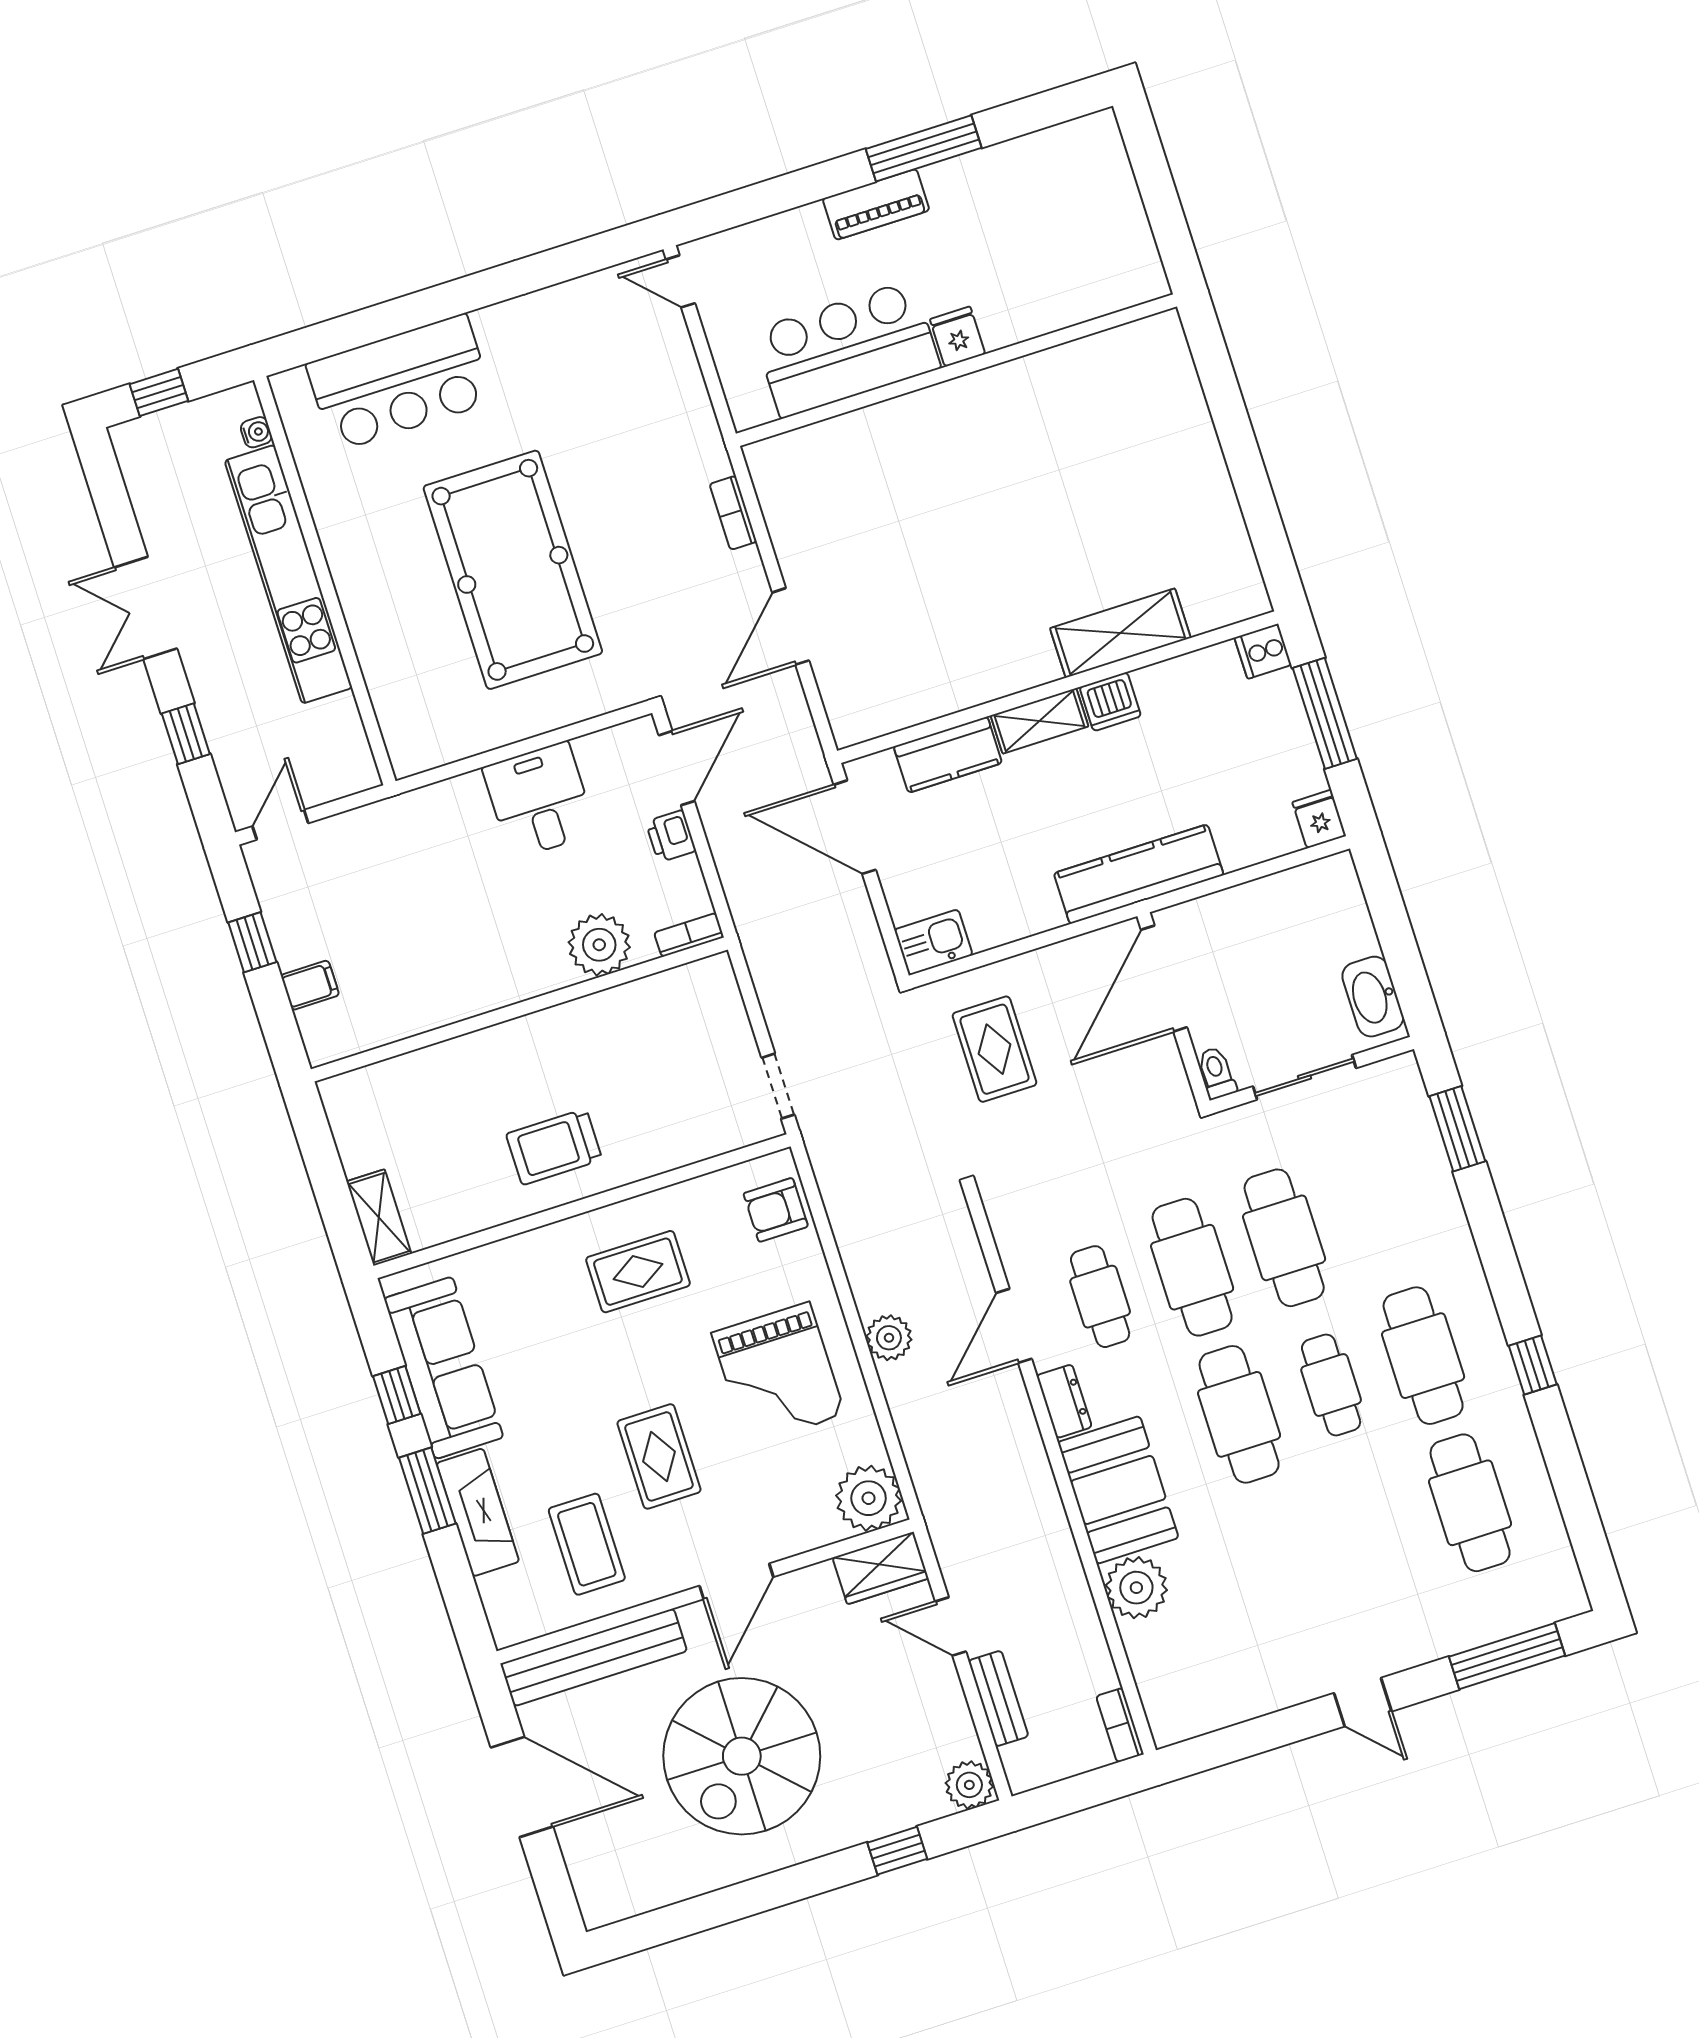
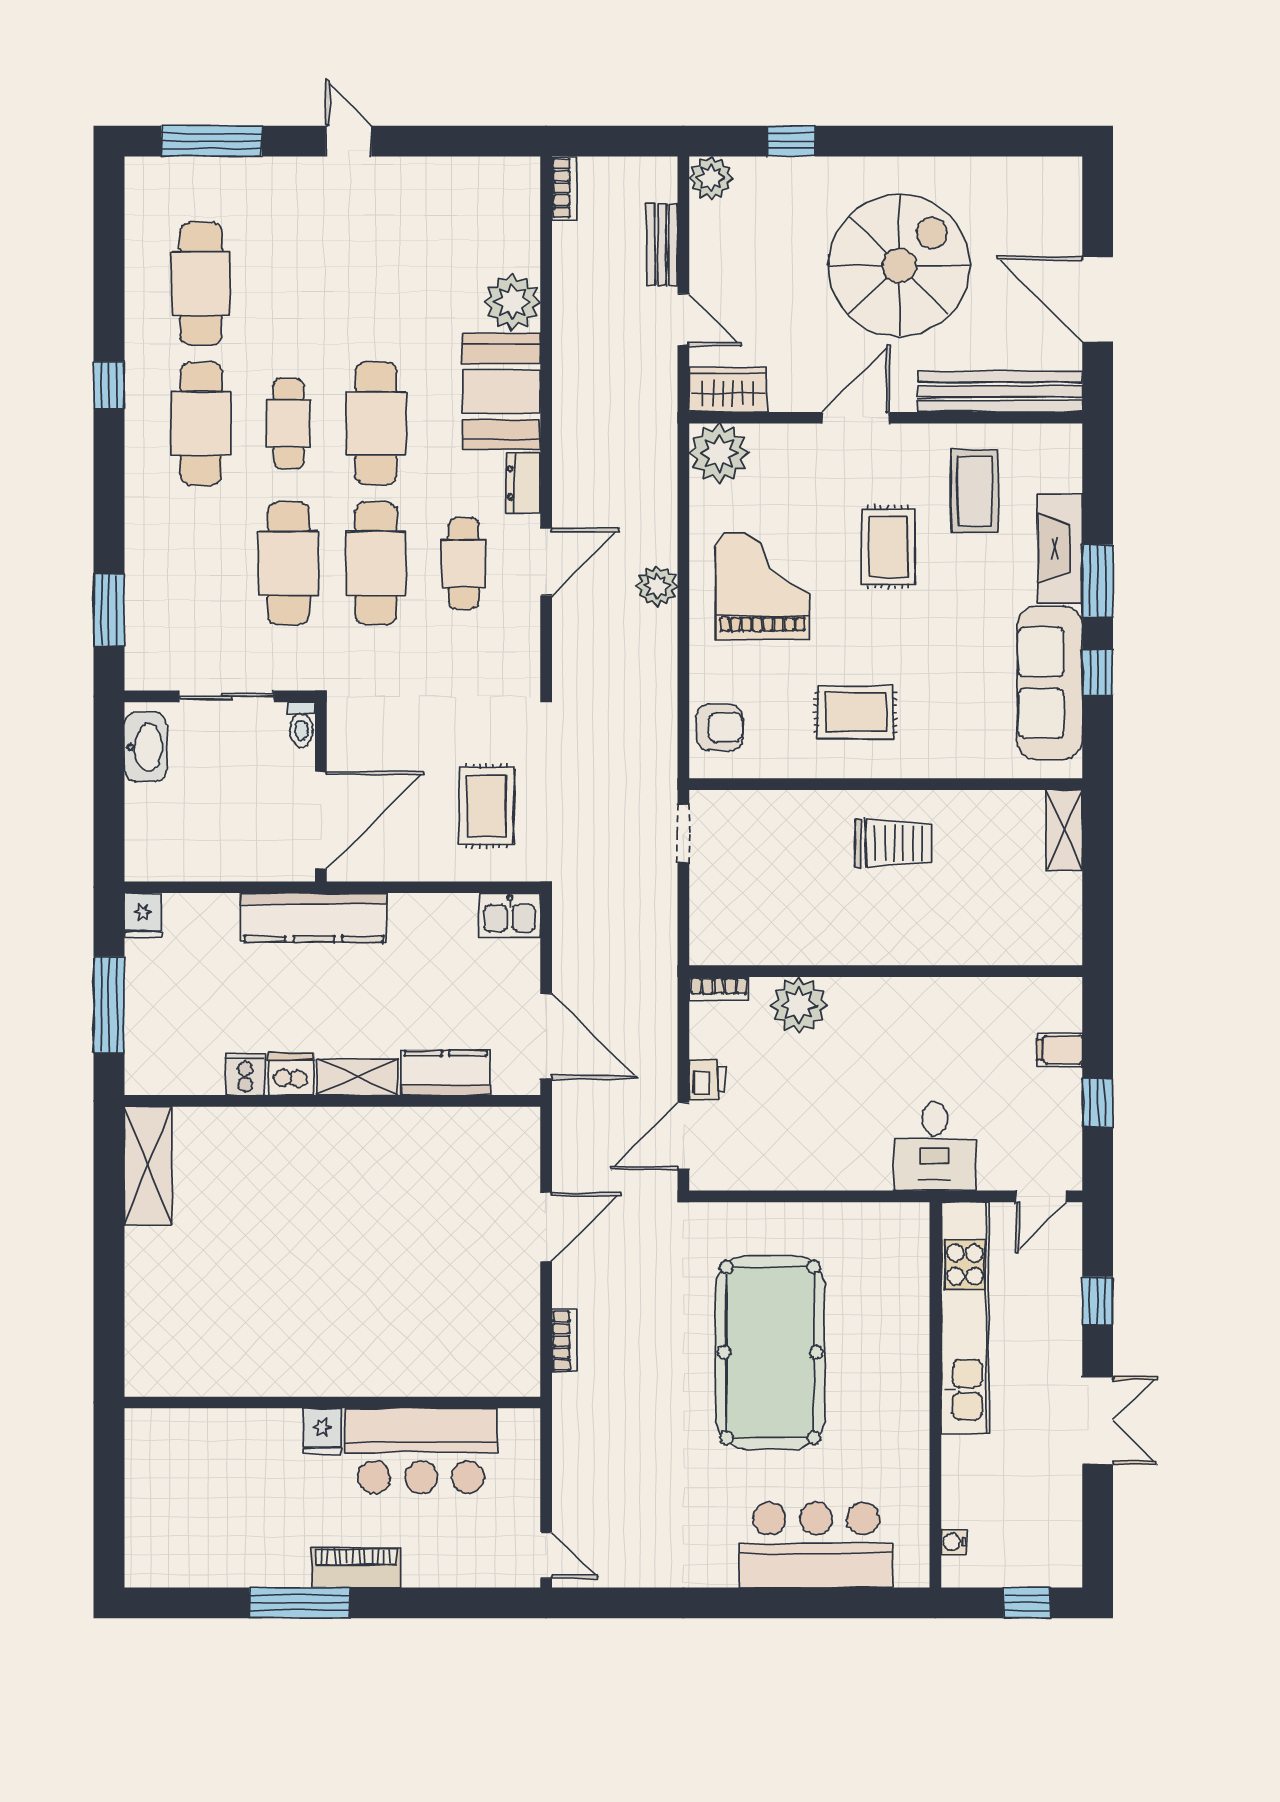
kitchen unit: (288, 574) -> (965, 1318), moved
shelving: (1120, 633) -> (148, 1166), moved, turned 90
cooker: (1263, 651) -> (245, 1074), moved, turned -90
desk: (539, 800) -> (935, 1146), moved

